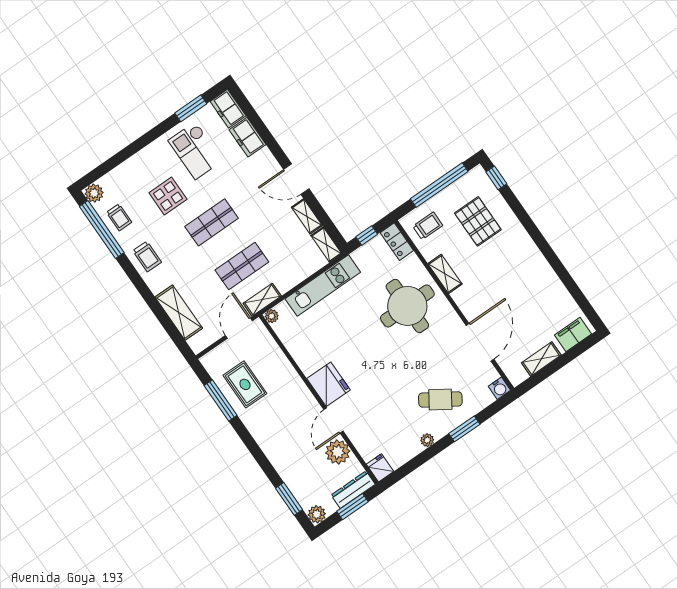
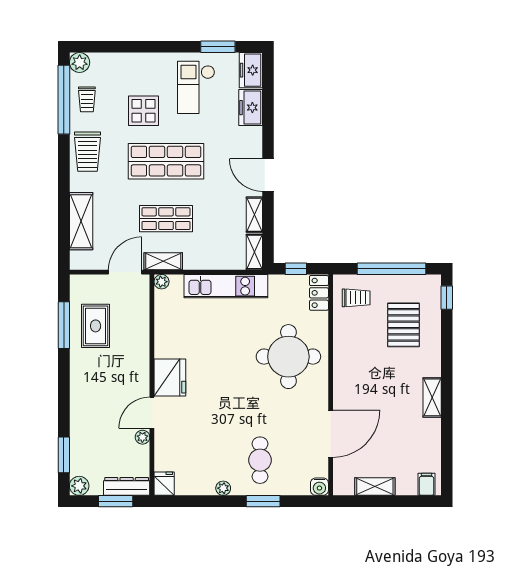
shop shelf: (212, 222) -> (166, 161), width x1.43, depth x1.36
trolley: (147, 257) -> (88, 152), width x1.36, depth x1.39
shelving: (445, 274) -> (432, 397), moved
filing cabinet: (573, 334) -> (427, 484), width x0.50
cafe table: (440, 399) -> (260, 460), turned 57
plant: (338, 452) -> (142, 437), width x0.53, depth x0.53

